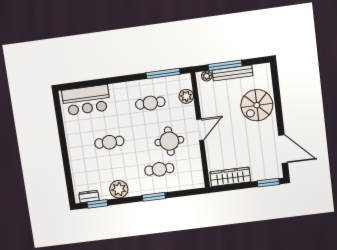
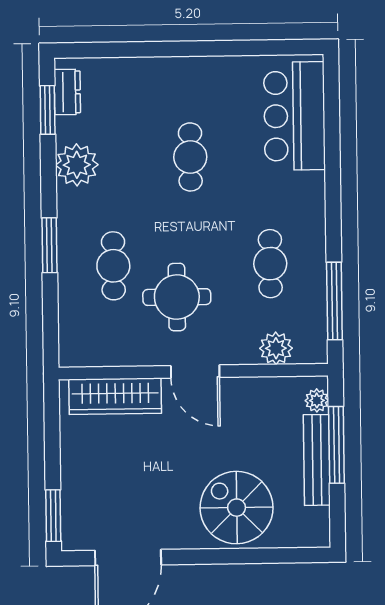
wardrobe: (230, 177) -> (115, 396), moved, turned 90

